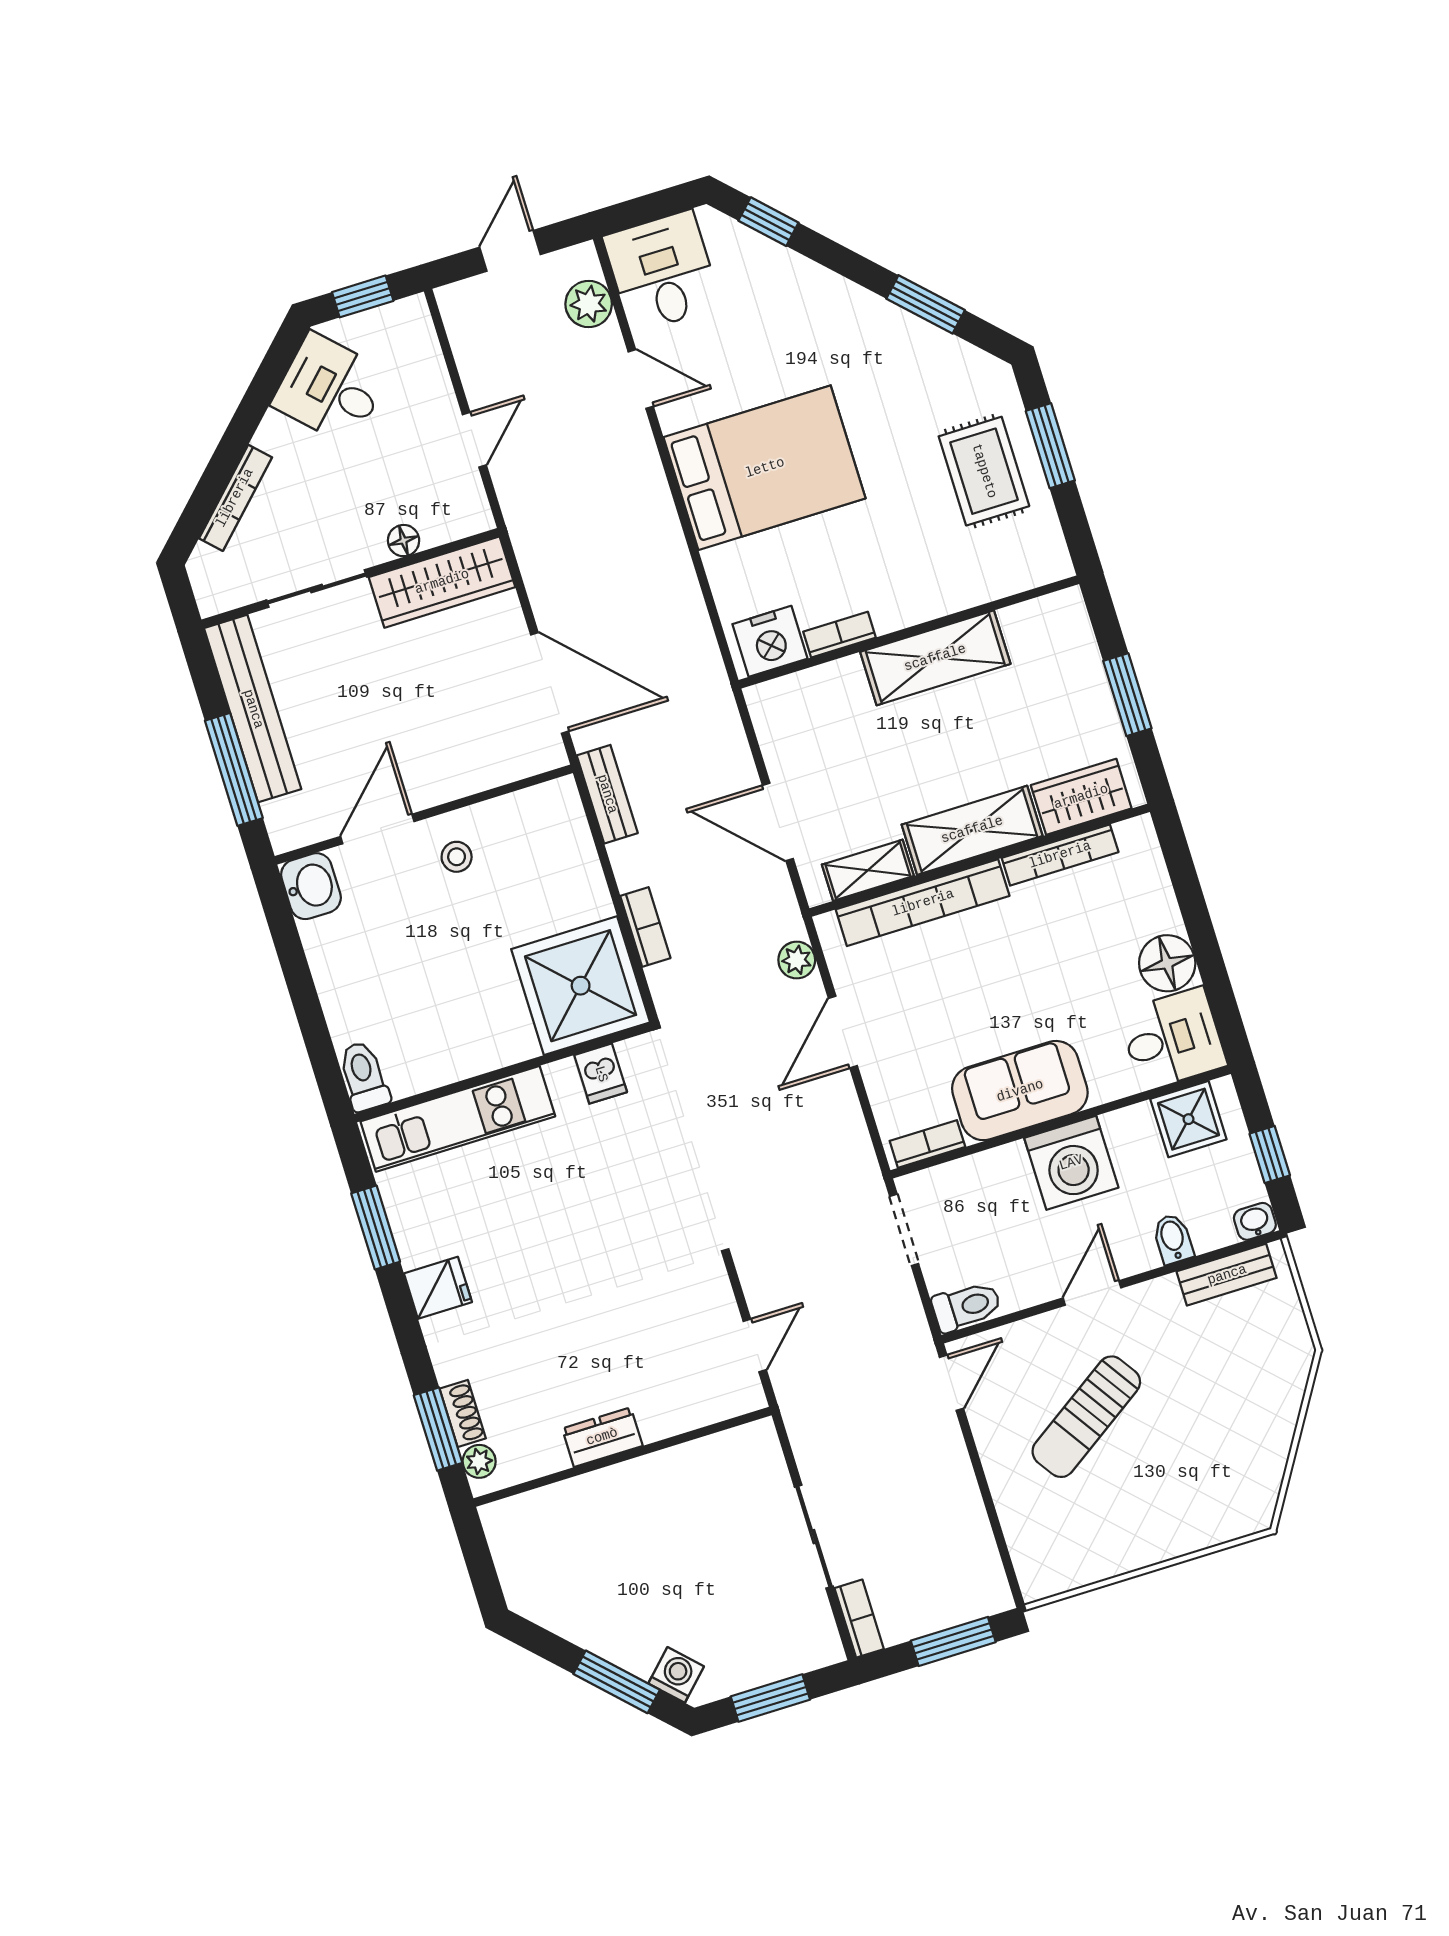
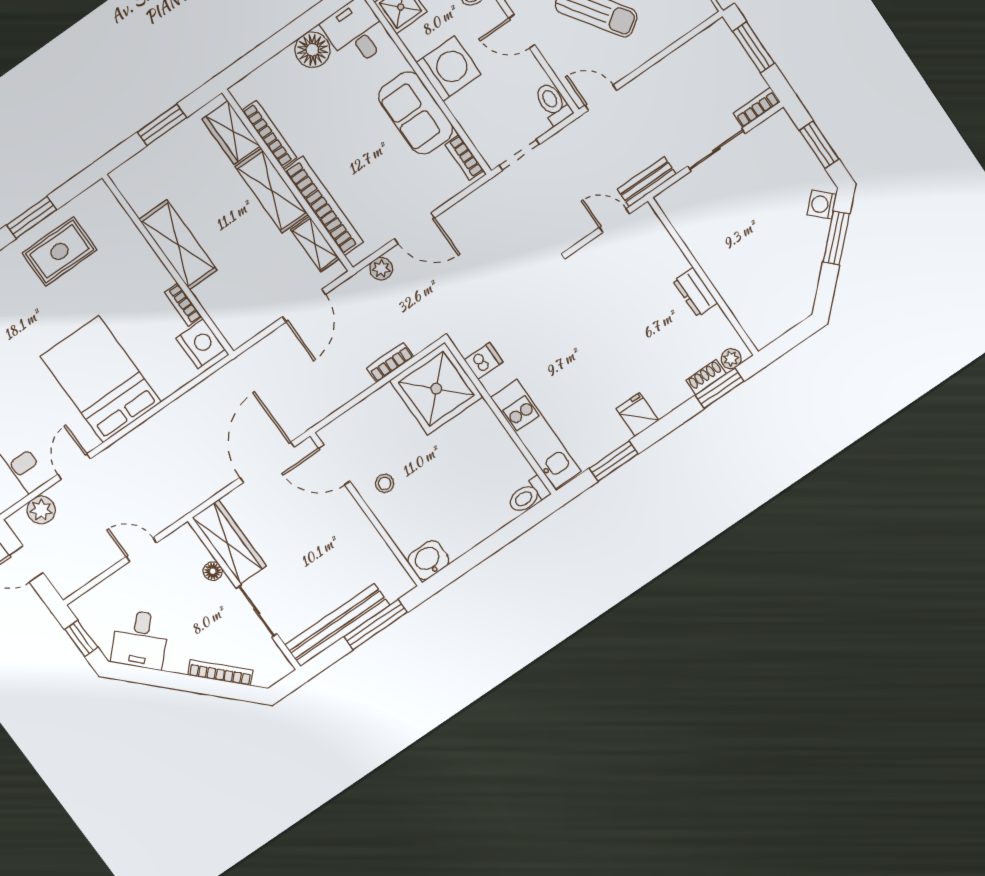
bench: (607, 794) -> (647, 182), moved
door: (377, 829) -> (334, 465), moved

